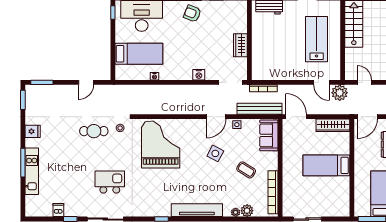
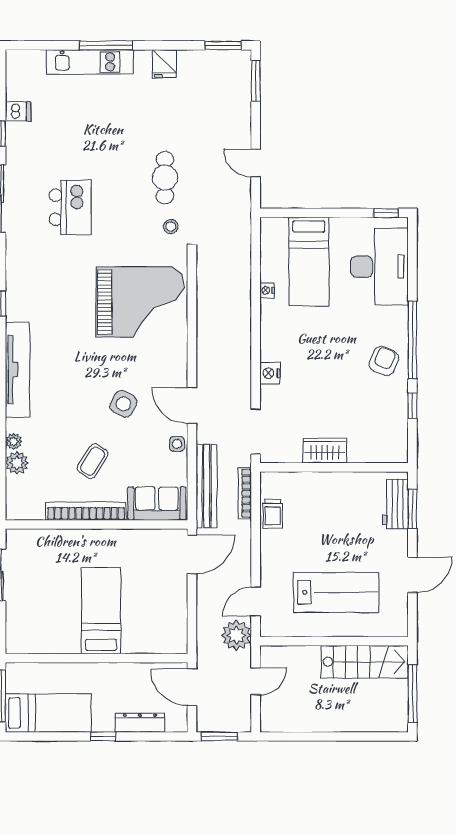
trolley: (274, 73) -> (273, 514), added
wardrobe: (333, 125) -> (176, 623), removed
bookcase: (273, 192) -> (86, 511), moved

